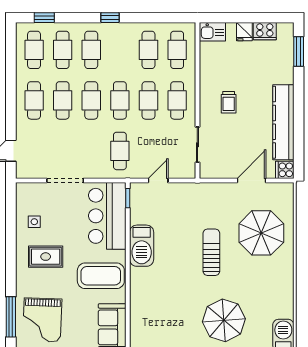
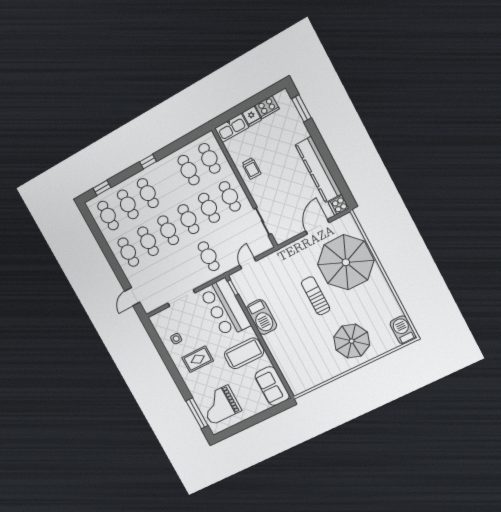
kitchen sink: (212, 32) -> (232, 128), width x1.38
trolley: (229, 102) -> (251, 168), moved
parasol: (261, 233) -> (346, 262), width x1.36, depth x1.36
grand piano: (42, 320) -> (220, 405), turned 88

